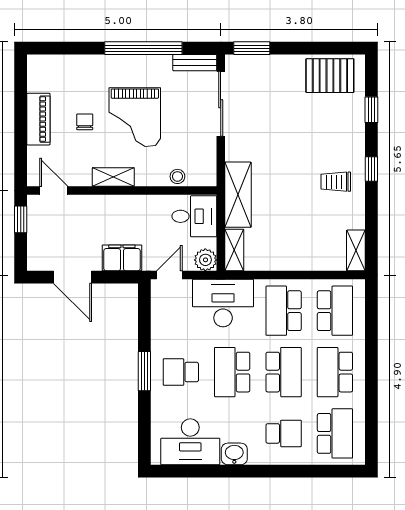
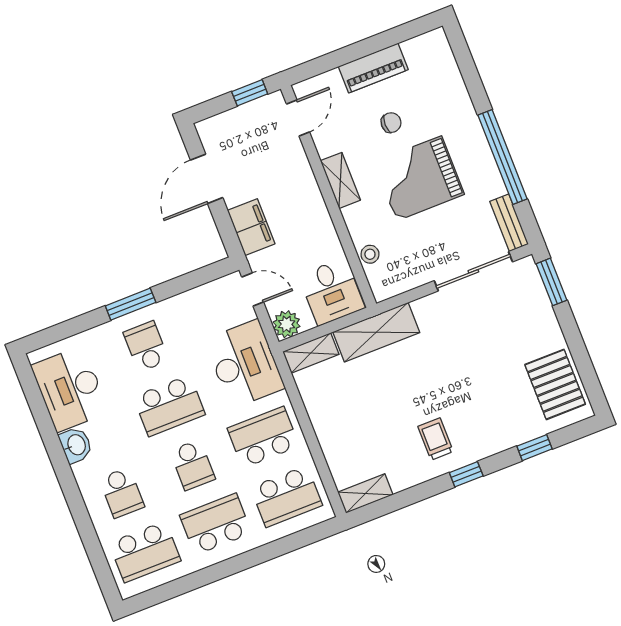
school desk: (232, 372) -> (169, 406), turned 180
school desk: (284, 372) -> (192, 465), width x0.54

